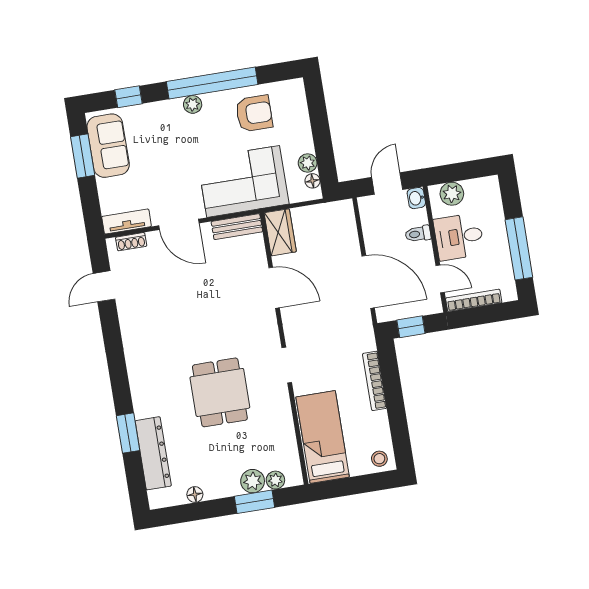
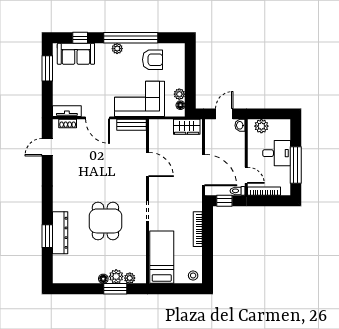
sofa: (108, 146) -> (76, 54), moved, turned 90
wardrobe: (280, 232) -> (187, 127), moved, turned 90
toilet: (418, 234) -> (238, 191), moved
desk: (459, 237) -> (277, 153), moved, turned 180
dresser: (153, 453) -> (60, 233), moved
floor lamp: (195, 494) -> (103, 279), moved

